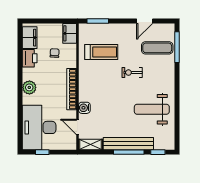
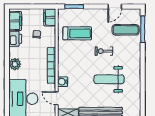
weight bench: (152, 109) -> (109, 79), moved

